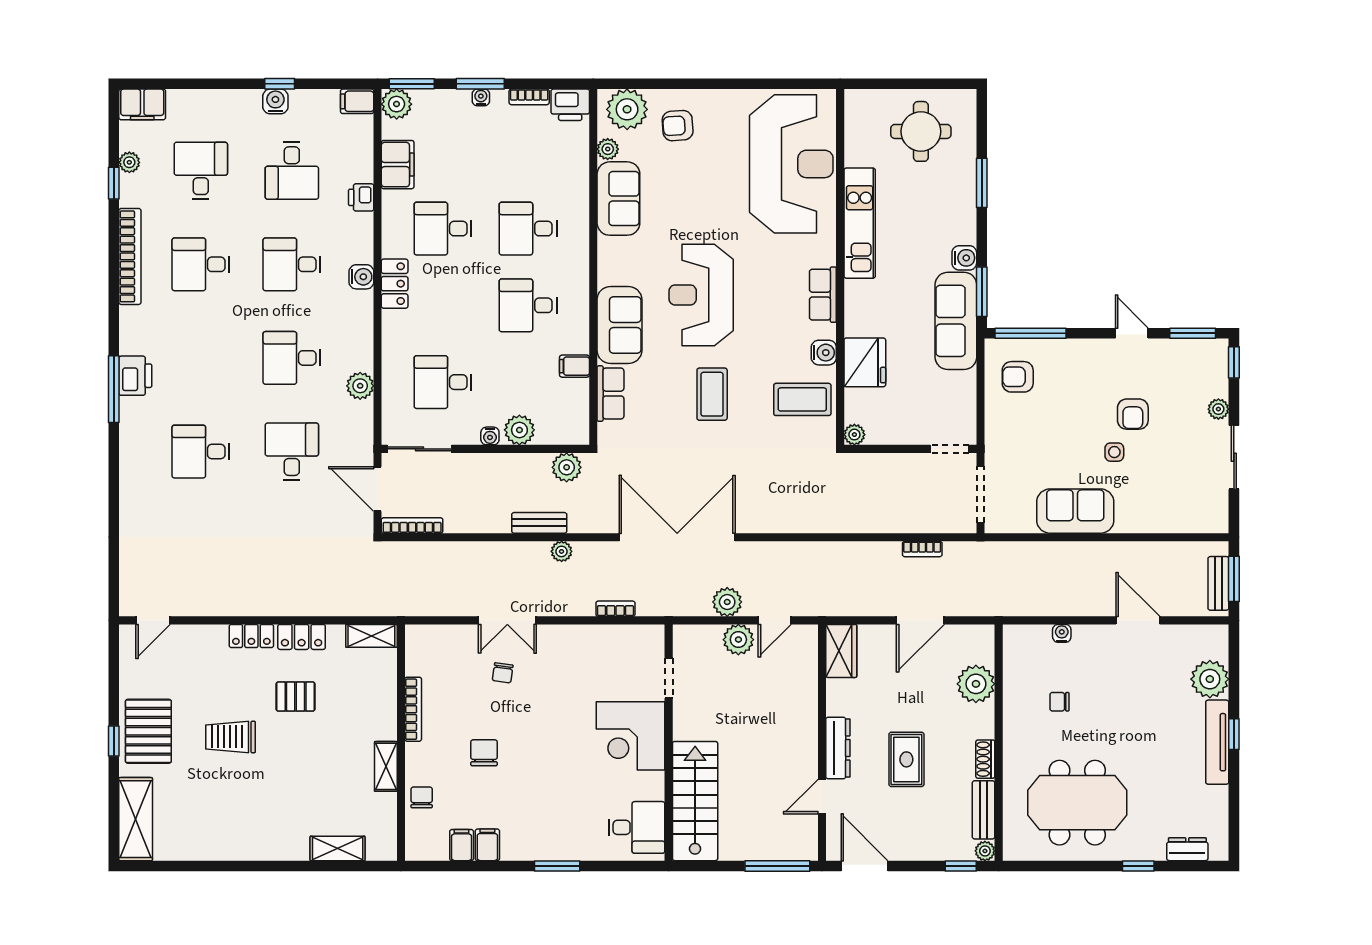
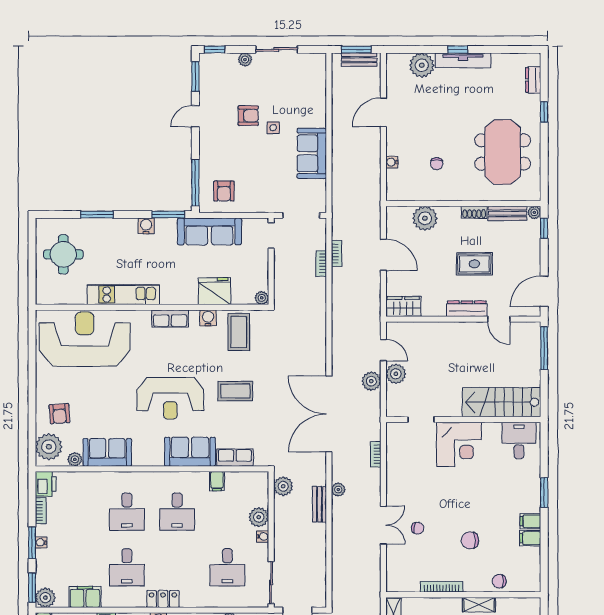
sofa: (956, 321) -> (209, 231), moved
bookcase: (412, 525) -> (321, 263), moved, width x0.64
filing cabinet: (462, 845) -> (530, 521), moved

